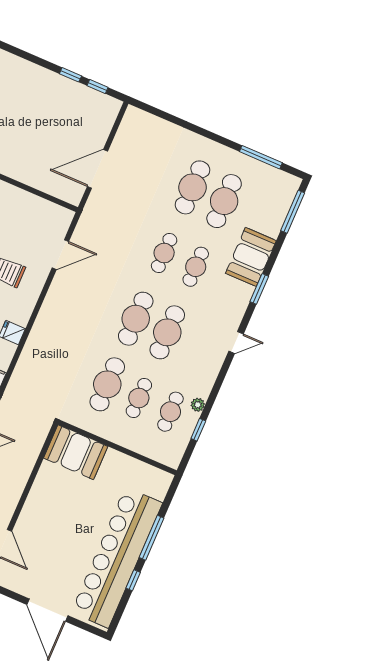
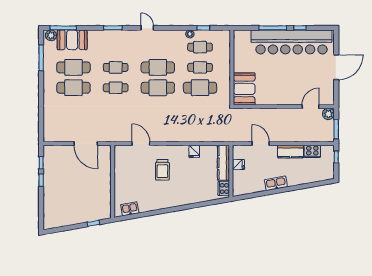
plant: (289, 188) -> (51, 35), added
booth: (251, 257) -> (72, 40), moved

